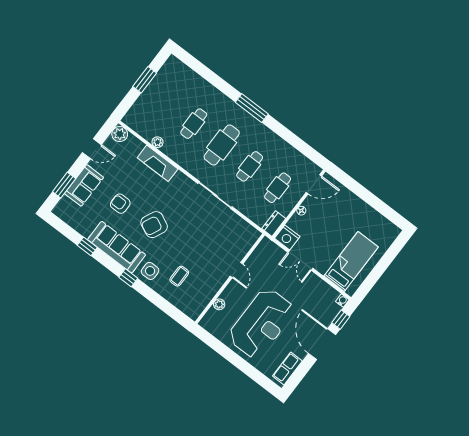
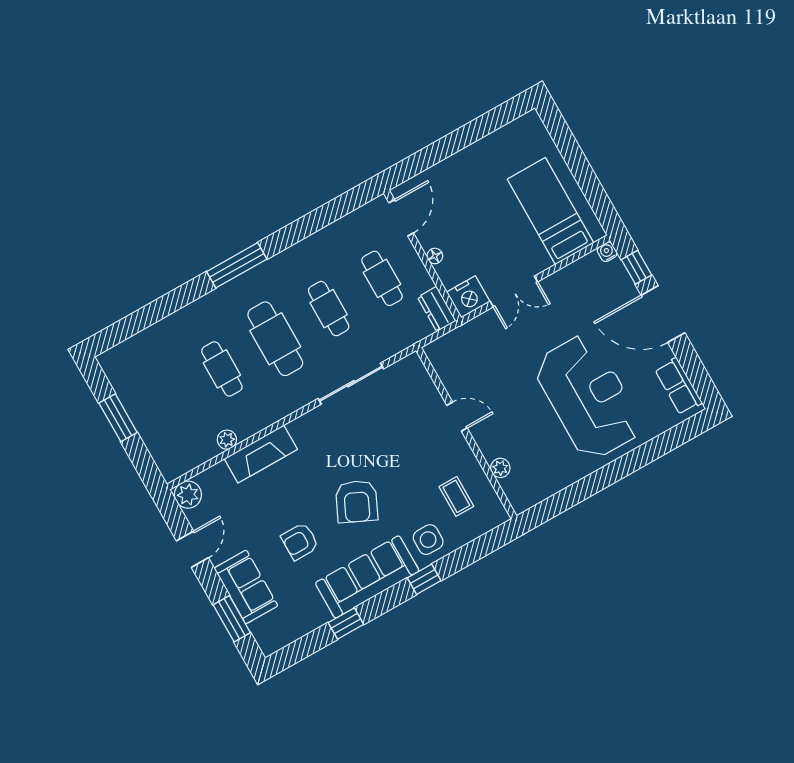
door: (236, 270) -> (457, 417), moved
wall: (230, 279) -> (466, 433), moved
plant: (219, 304) -> (500, 468), moved

